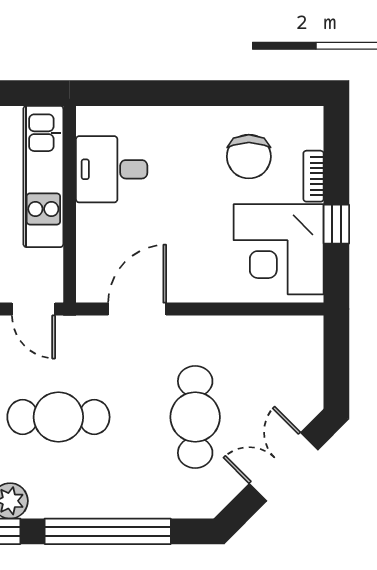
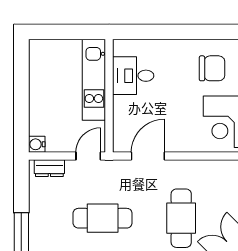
chair: (249, 157) -> (212, 68), turned -90
door: (34, 309) -> (88, 156), swing flipped

